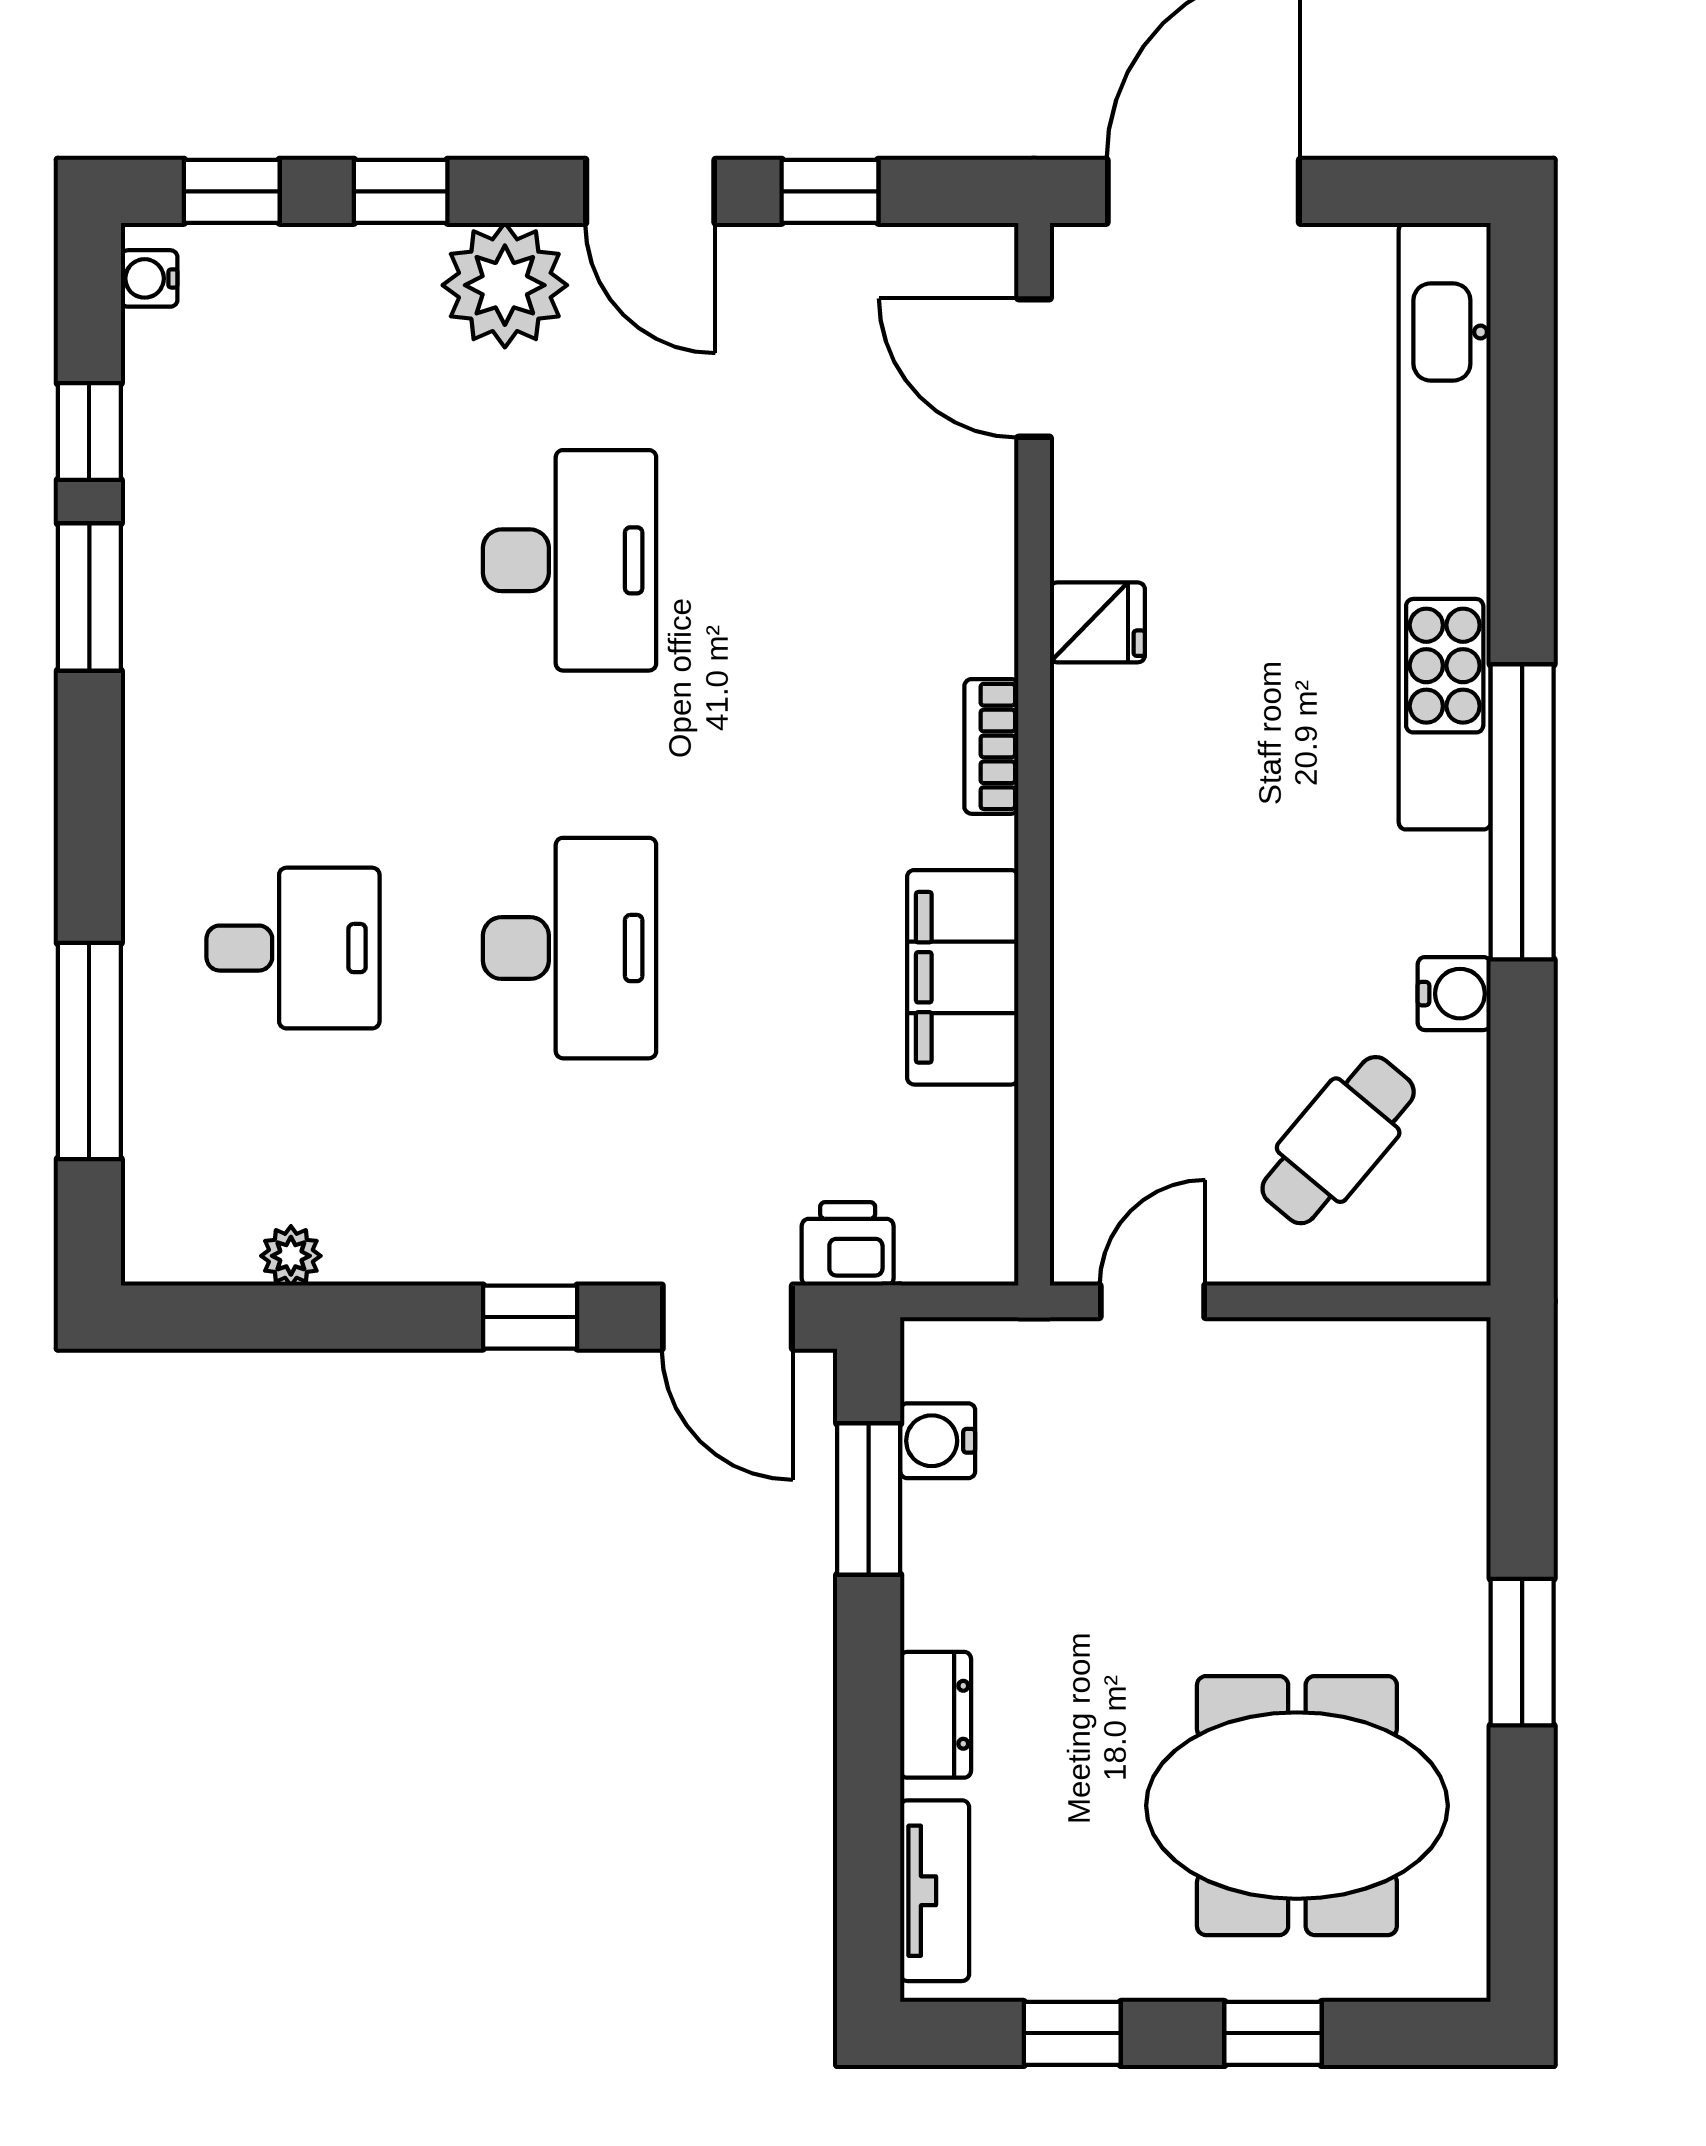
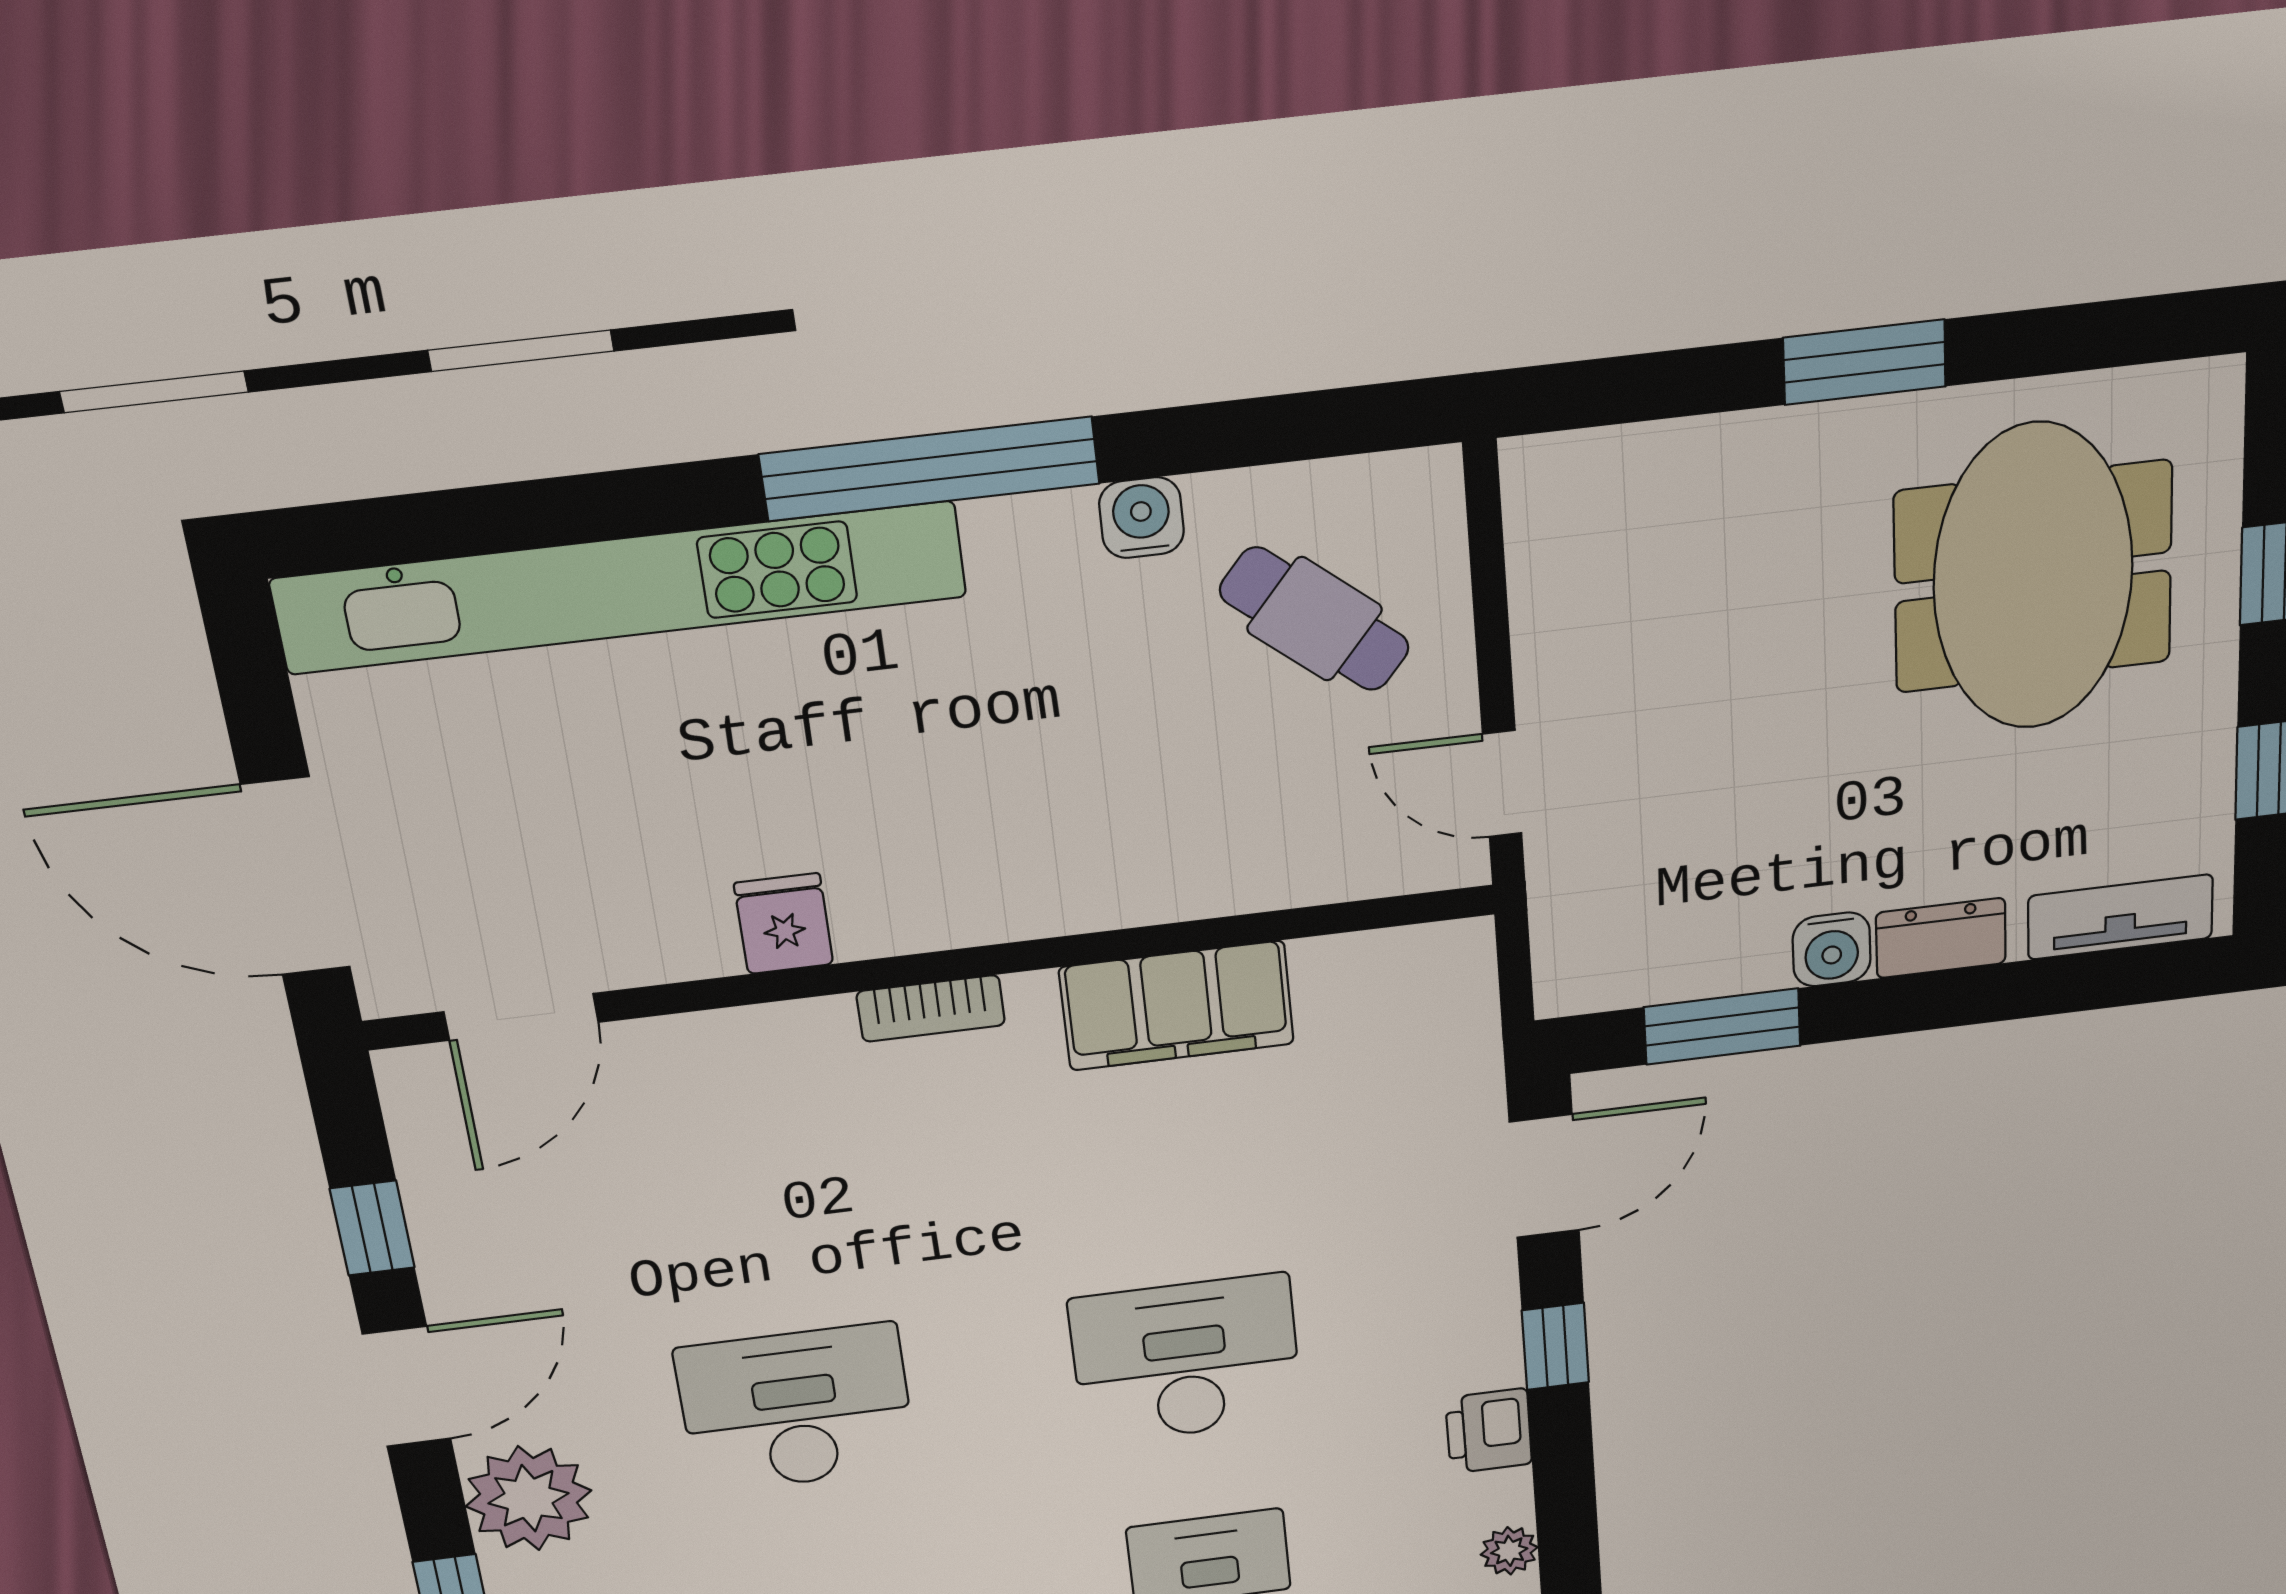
printer: (848, 1244) -> (1489, 1431), moved
water cooler: (938, 1441) -> (1832, 949), moved

